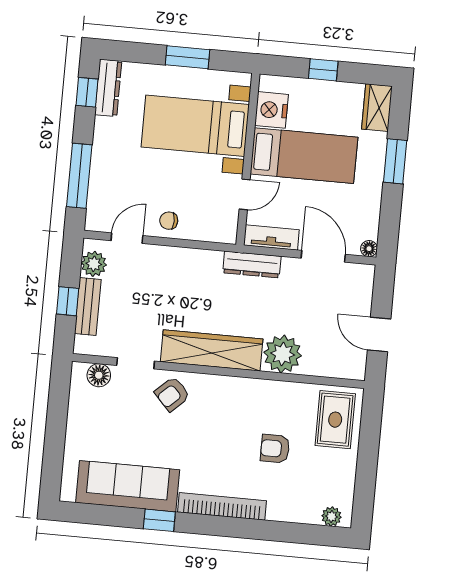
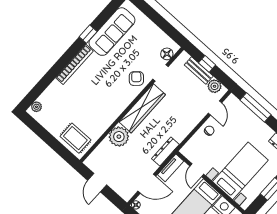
door: (379, 334) -> (97, 183), swing flipped
armchair: (275, 449) -> (82, 104), removed

